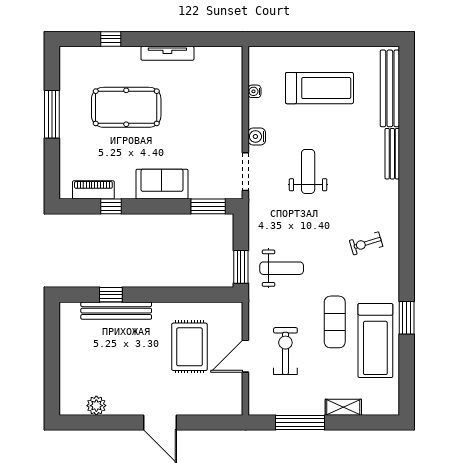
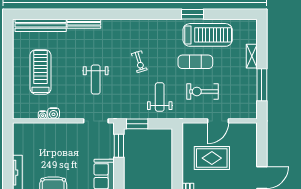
water cooler: (257, 136) -> (54, 113), moved
weight bench: (308, 171) -> (96, 80), turned -90
exercise bike: (366, 243) -> (139, 62), moved
window: (241, 267) -> (137, 124), moved
exercise bike: (285, 351) -> (202, 91), moved
door: (245, 356) -> (218, 121), hinge flipped

